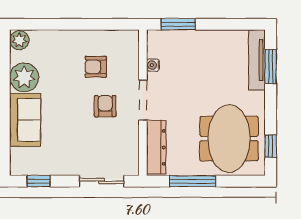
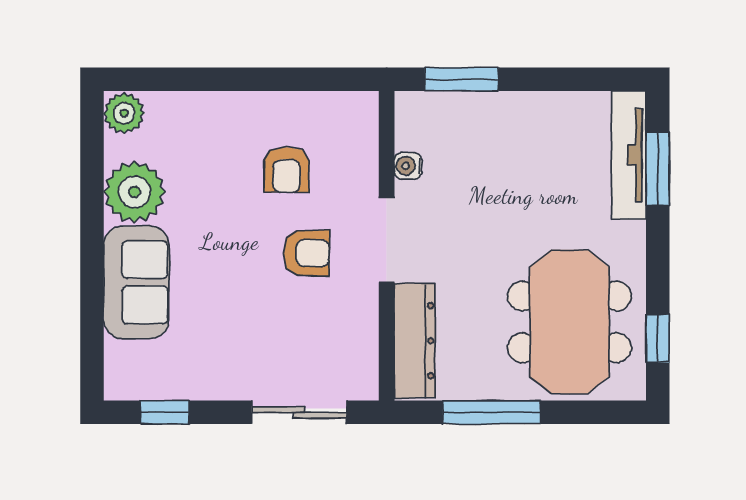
armchair: (96, 67) -> (287, 170), turned -90
armchair: (105, 106) -> (306, 253), turned 90

